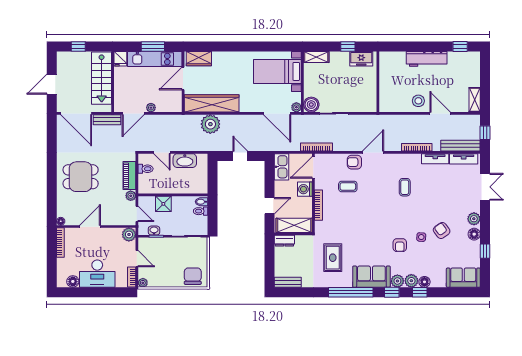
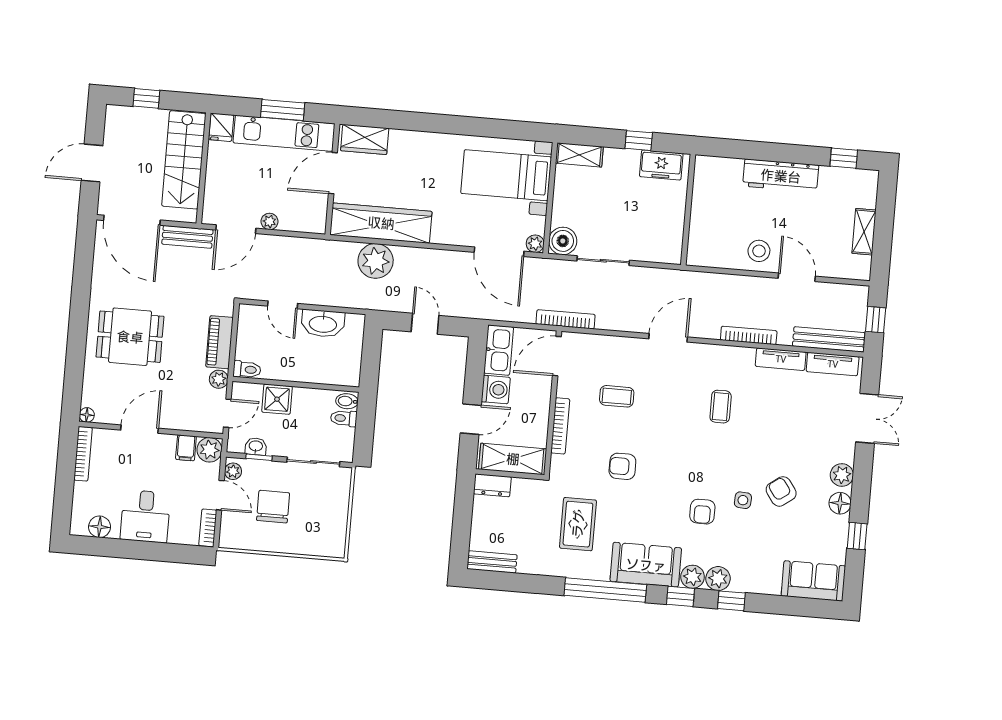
shelving: (475, 100) -> (864, 232), moved
armchair: (354, 162) -> (622, 466), moved
toilet: (146, 169) -> (247, 369), moved
washing machine: (305, 189) -> (496, 390), moved, turned 180
door: (137, 214) -> (227, 413), hinge flipped
filing cabinet: (116, 235) -> (186, 448), added
desk: (97, 274) -> (145, 516), width x0.73
chair: (193, 276) -> (273, 507), moved
floor lamp: (424, 282) -> (742, 583), removed
plant: (143, 283) -> (233, 471), moved

